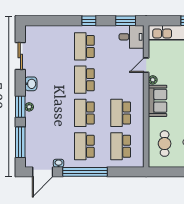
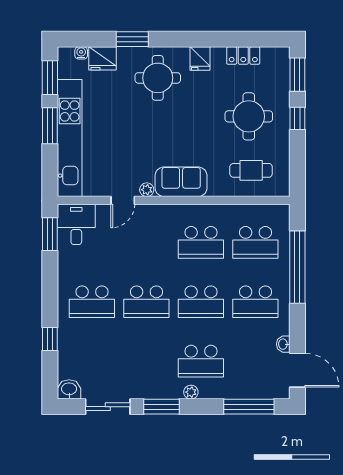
window: (89, 21) -> (50, 339), moved
door: (146, 65) -> (123, 200), hinge flipped
washbasin: (31, 84) -> (69, 389), moved
window: (20, 107) -> (162, 407), moved
school desk: (48, 113) -> (201, 361), added
window: (85, 172) -> (297, 267), moved

